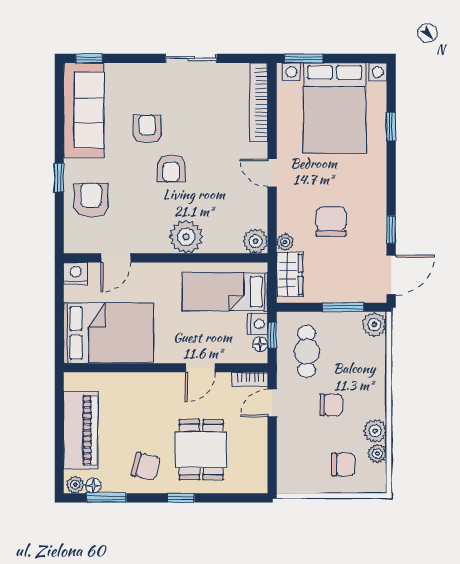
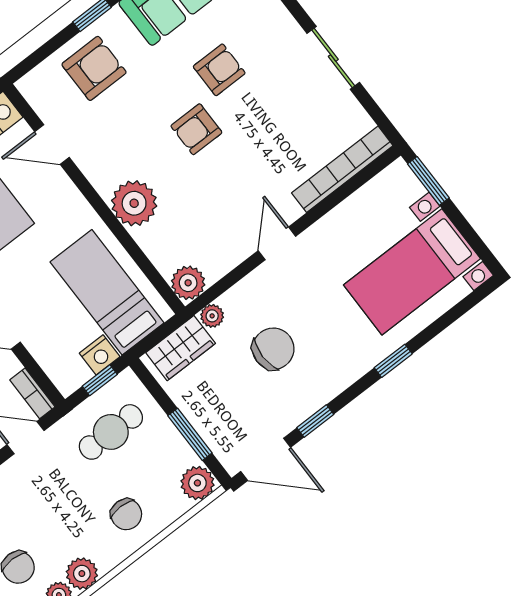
bed with nightstands: (335, 108) -> (412, 272), width x0.73
window: (391, 127) -> (393, 361), moved
floor lamp: (260, 344) -> (80, 375), removed
chair: (331, 405) -> (126, 514), moved

